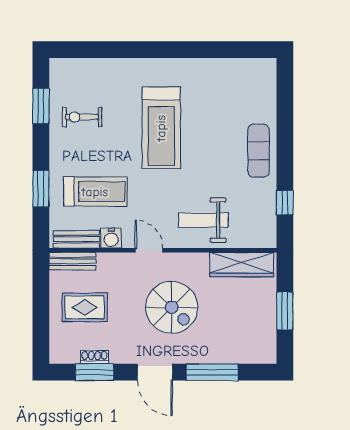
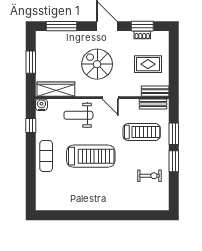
window: (41, 106) -> (174, 161), moved
treadmill: (161, 128) -> (91, 156), moved, turned 90
treadmill: (95, 192) -> (142, 132), turned 180
weight bench: (203, 220) -> (78, 115), turned 180
water cooler: (111, 238) -> (41, 105), moved
window: (212, 372) -> (61, 26), moved

